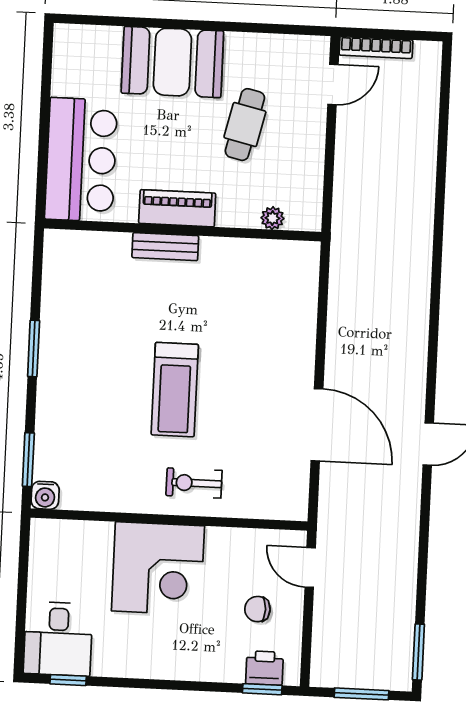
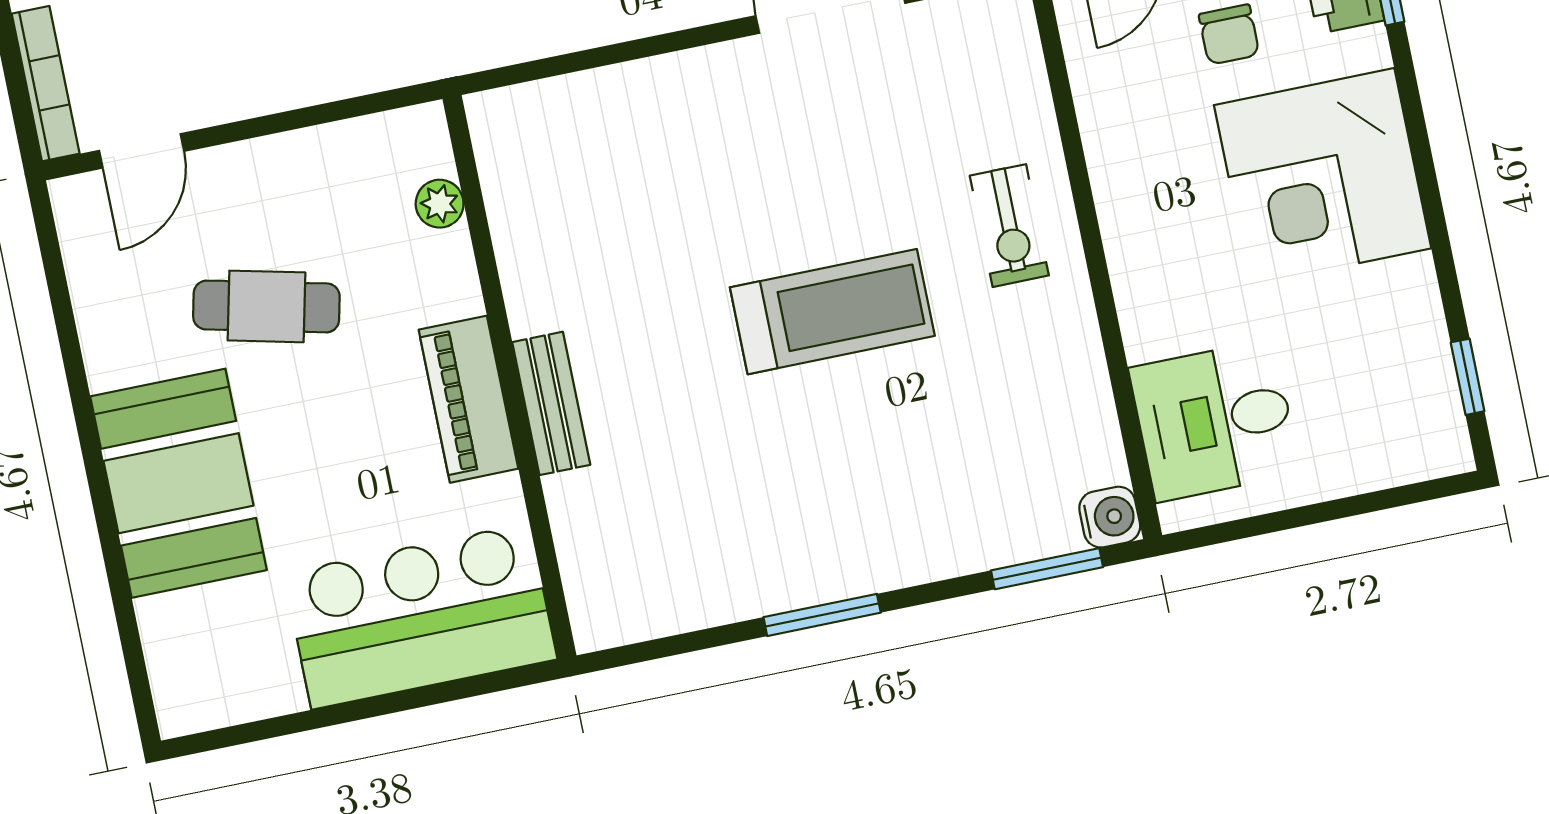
door: (333, 85) -> (142, 151), swing flipped
corner desk: (158, 568) -> (1323, 177), moved, turned 180
desk: (58, 639) -> (1215, 421), moved, turned 180

